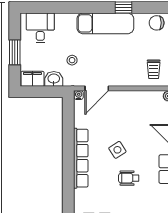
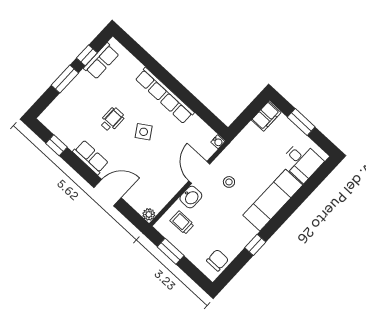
exam couch: (105, 23) -> (273, 200), moved
stool: (72, 60) -> (229, 182), moved
washbasin: (54, 79) -> (191, 197), moved
door: (97, 88) -> (199, 172), moved

